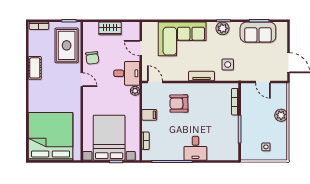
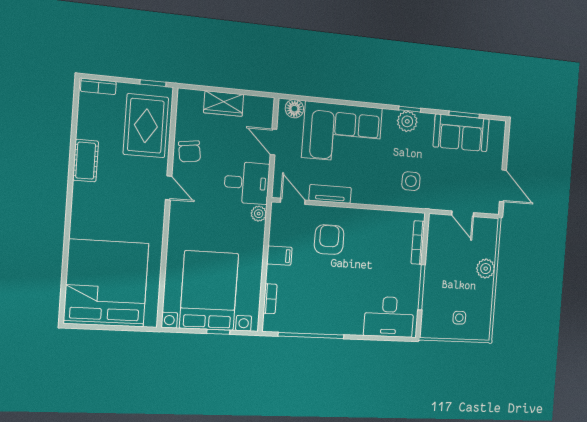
floor lamp: (152, 27) -> (294, 109), added
tv unit: (201, 76) -> (330, 194), moved
armchair: (179, 103) -> (329, 240), turned 91
desk: (195, 148) -> (389, 317), moved, width x1.37

